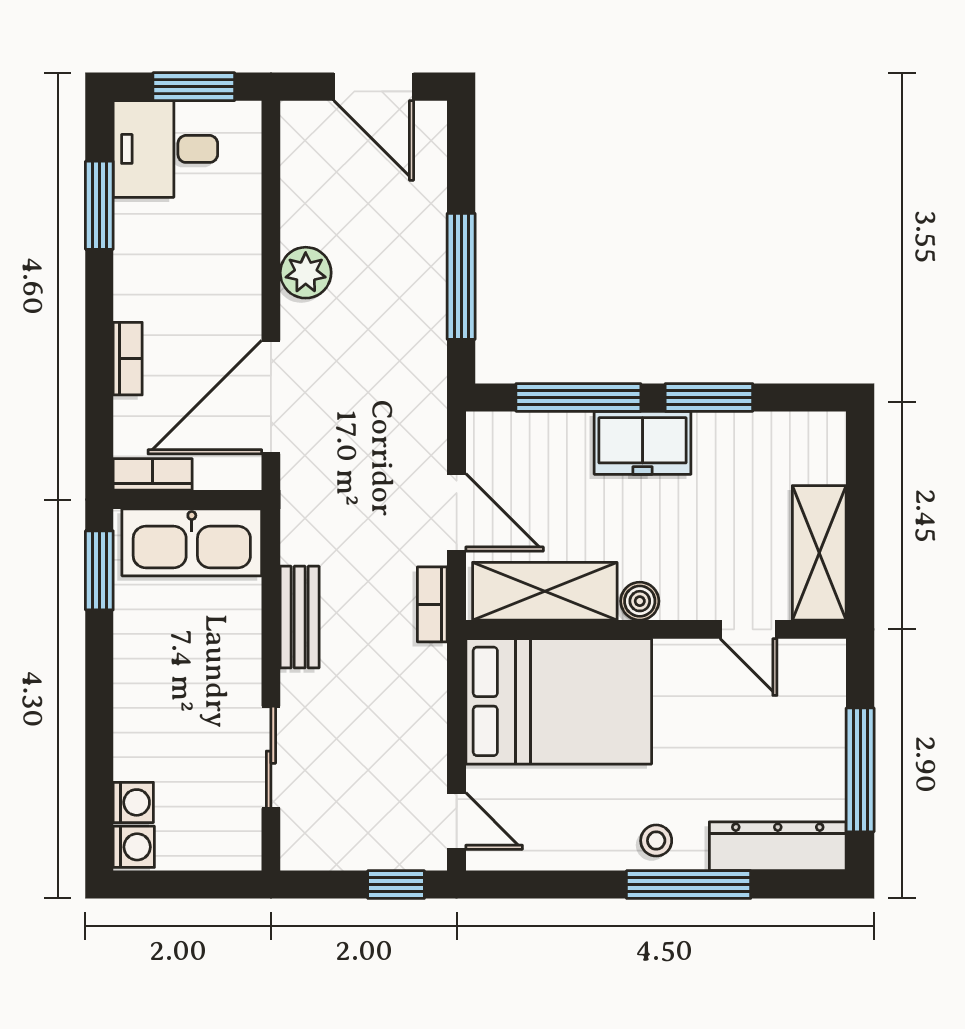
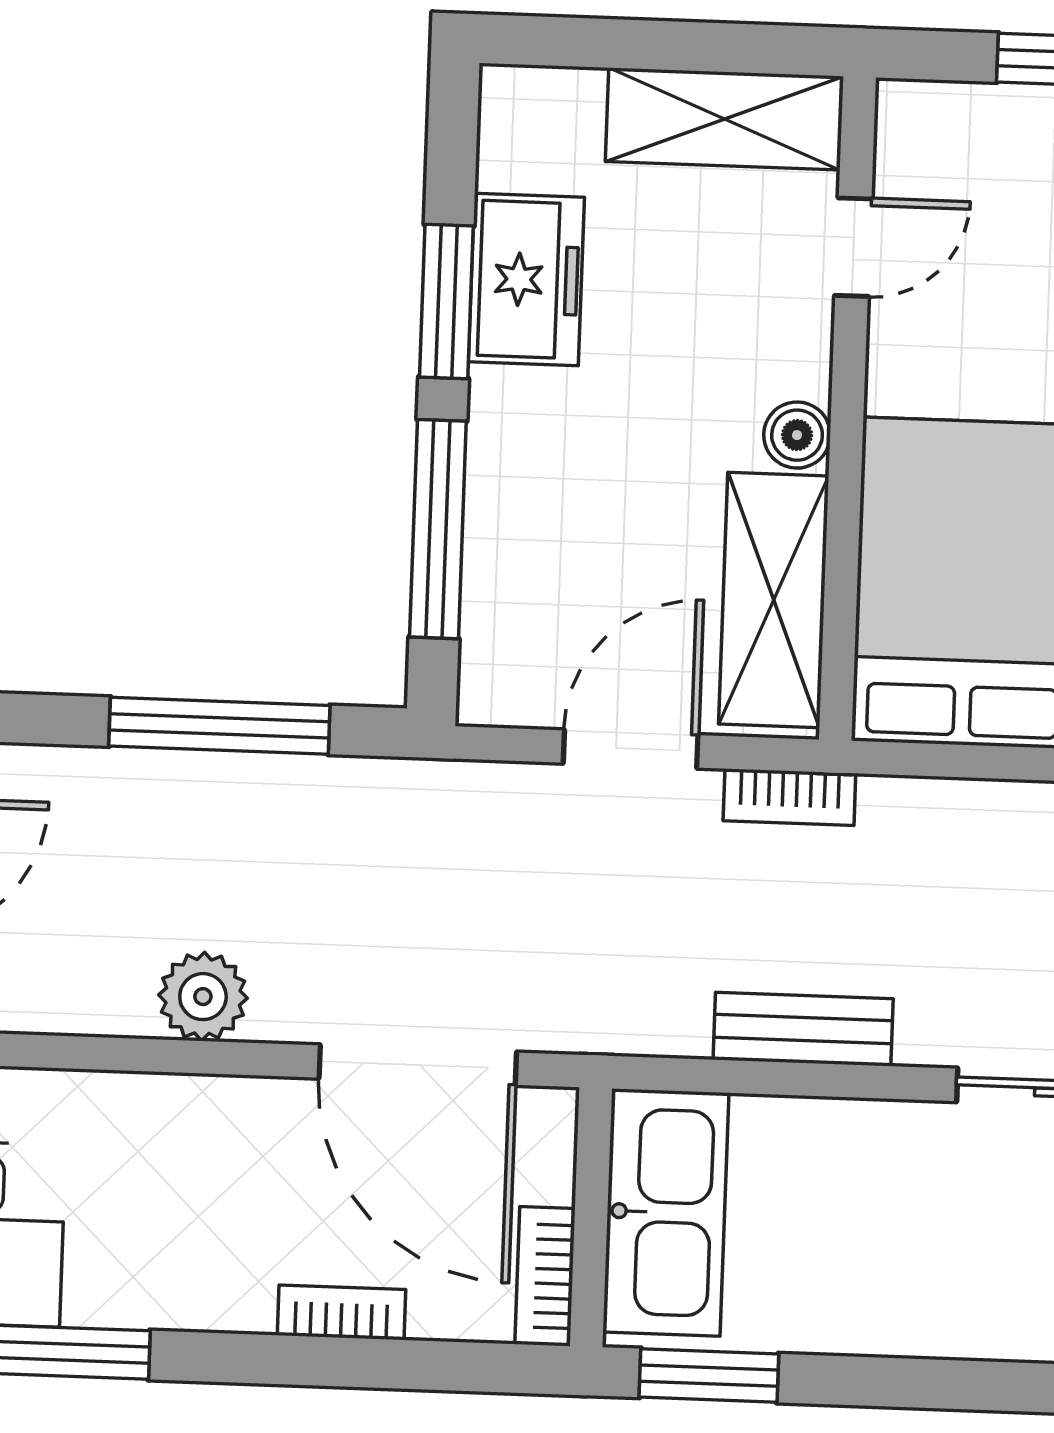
freezer: (643, 443) -> (526, 279), moved

